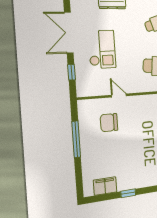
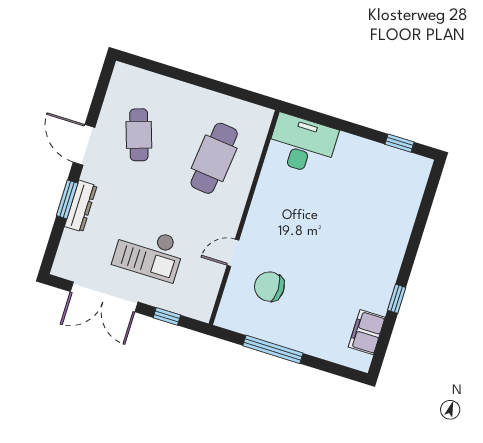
checkout: (102, 49) -> (149, 252), turned 180
chair: (109, 123) -> (269, 287), turned 90

